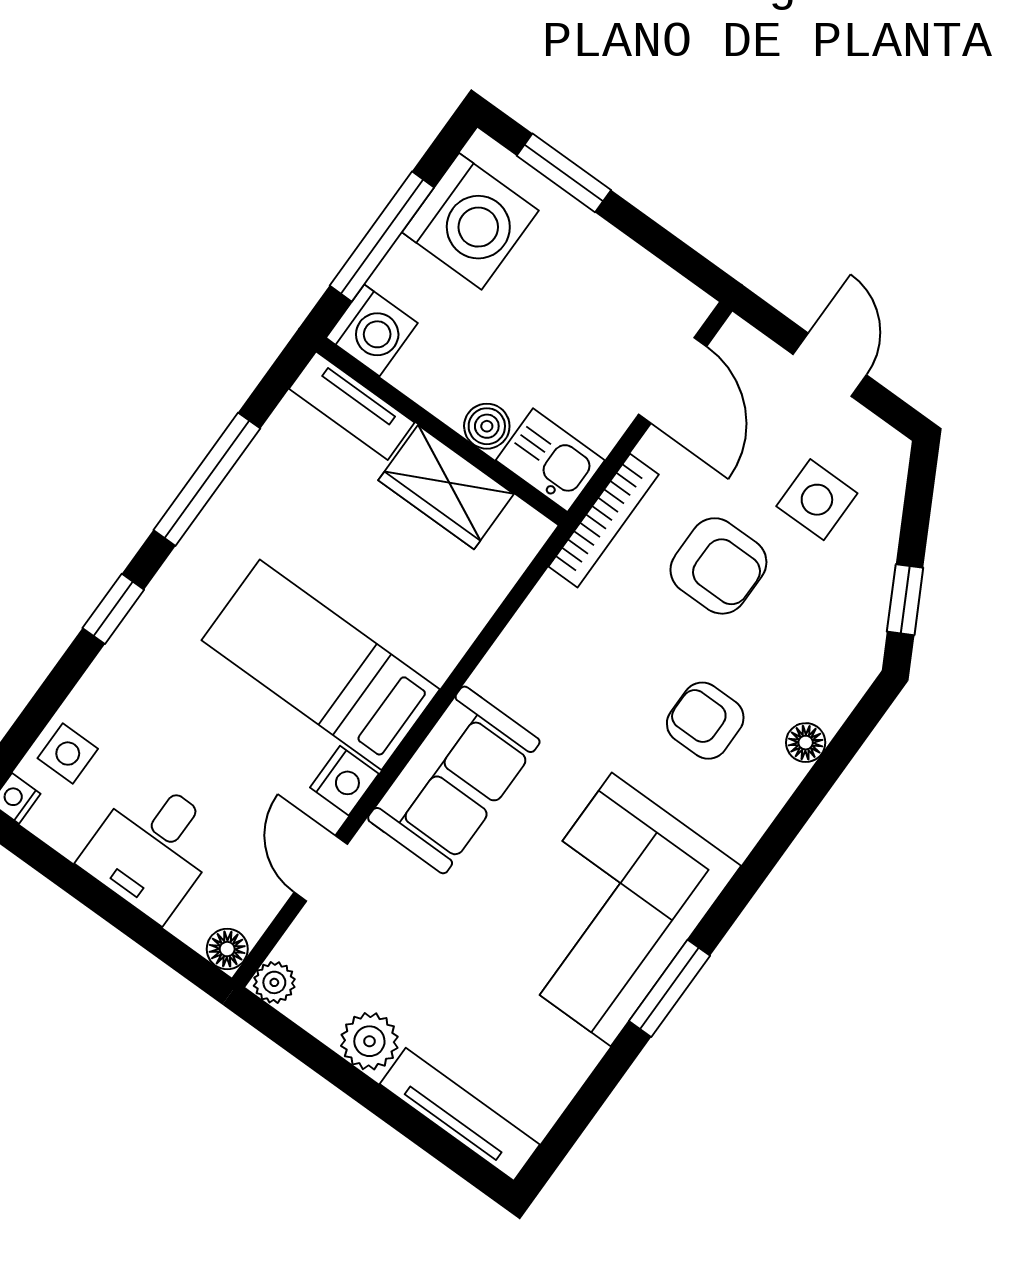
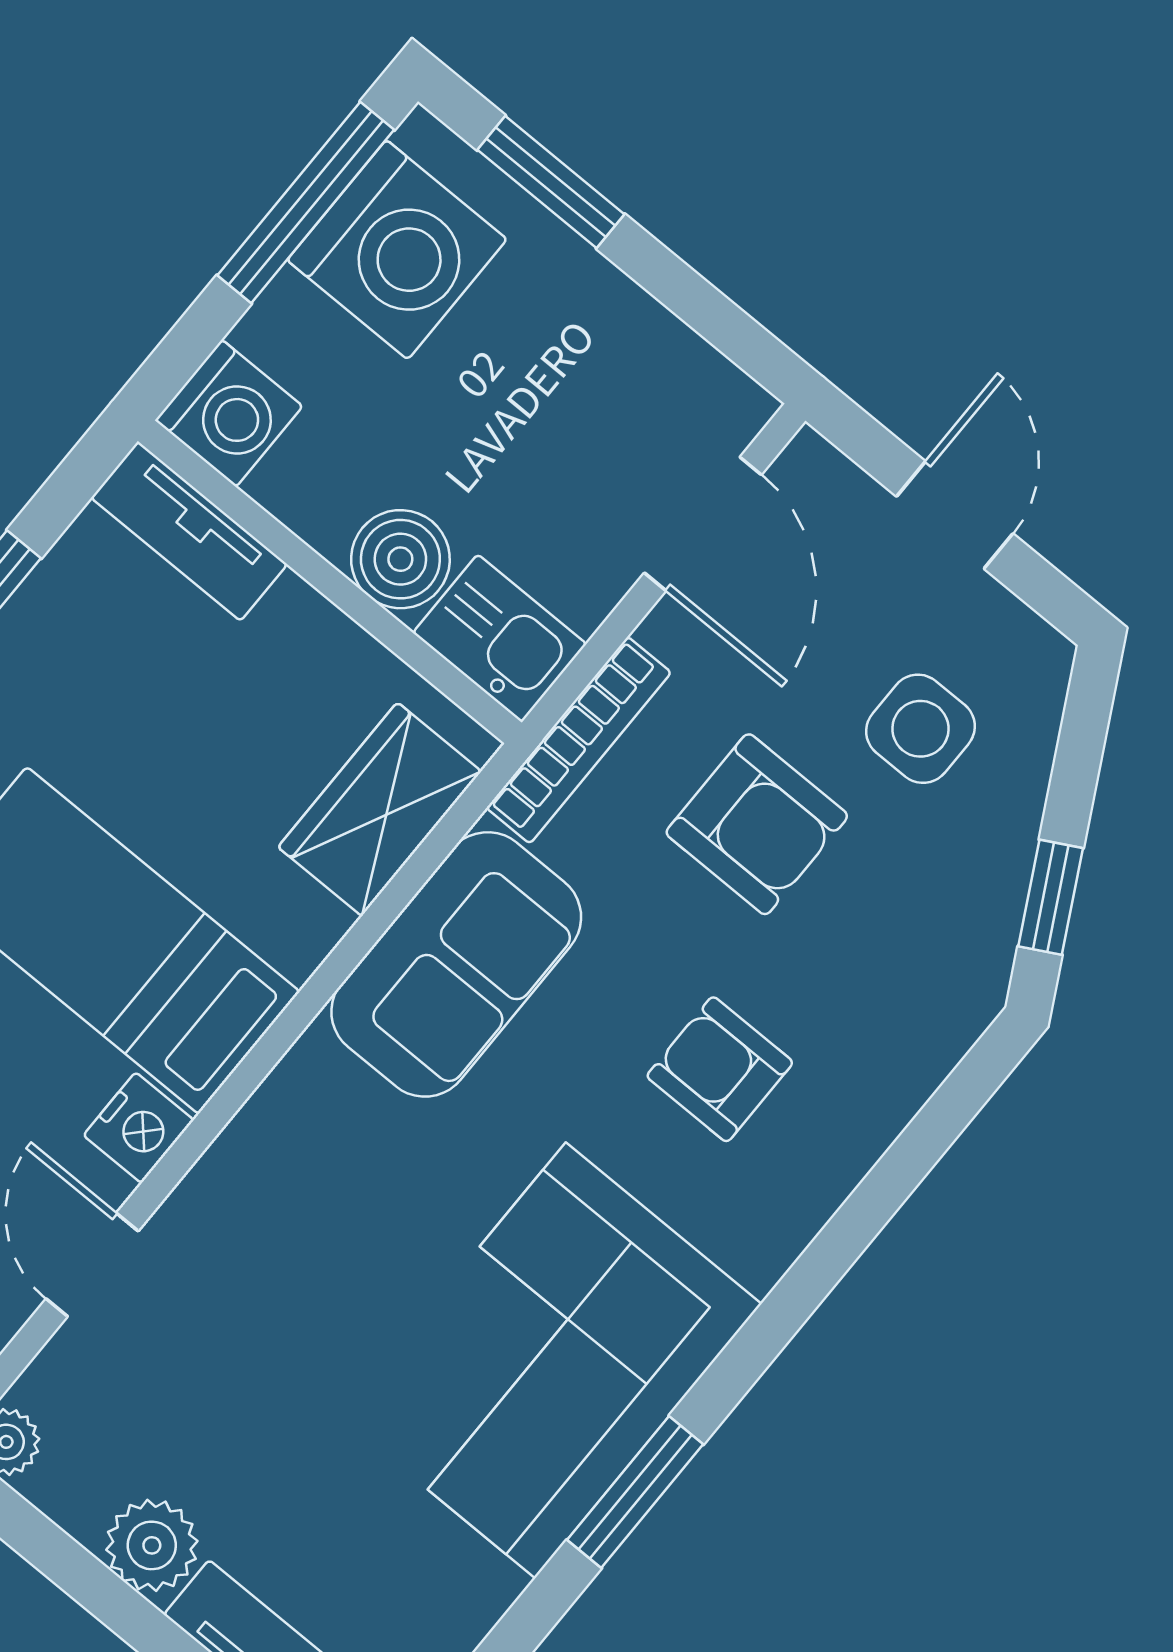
window: (382, 236) -> (306, 203), moved
boiler: (487, 426) -> (400, 559), width x1.36, depth x1.36
wardrobe: (446, 487) -> (380, 809), moved, turned 90
floor lamp: (806, 743) -> (877, 1114), removed
sofa: (454, 780) -> (456, 964), moved

